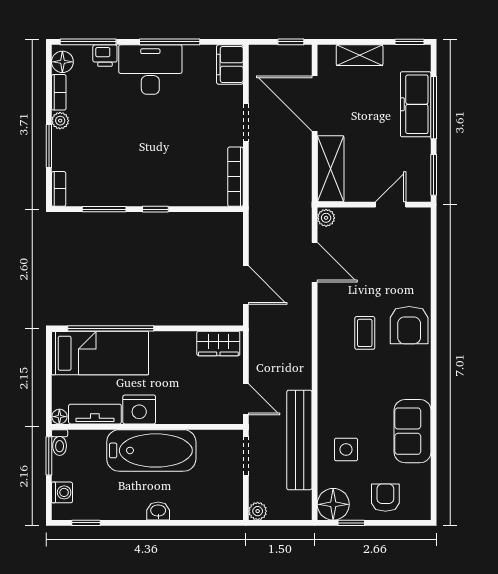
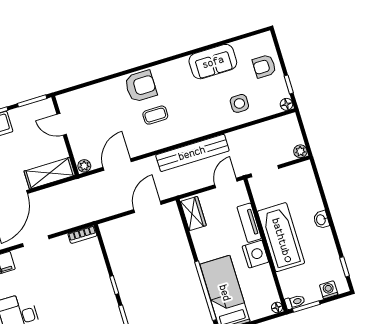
bookcase: (235, 177) -> (82, 235), width x0.64
tv unit: (95, 414) -> (249, 223), moved
bench: (299, 440) -> (192, 153), moved
floor lamp: (333, 504) -> (286, 104), width x0.53, depth x0.53

